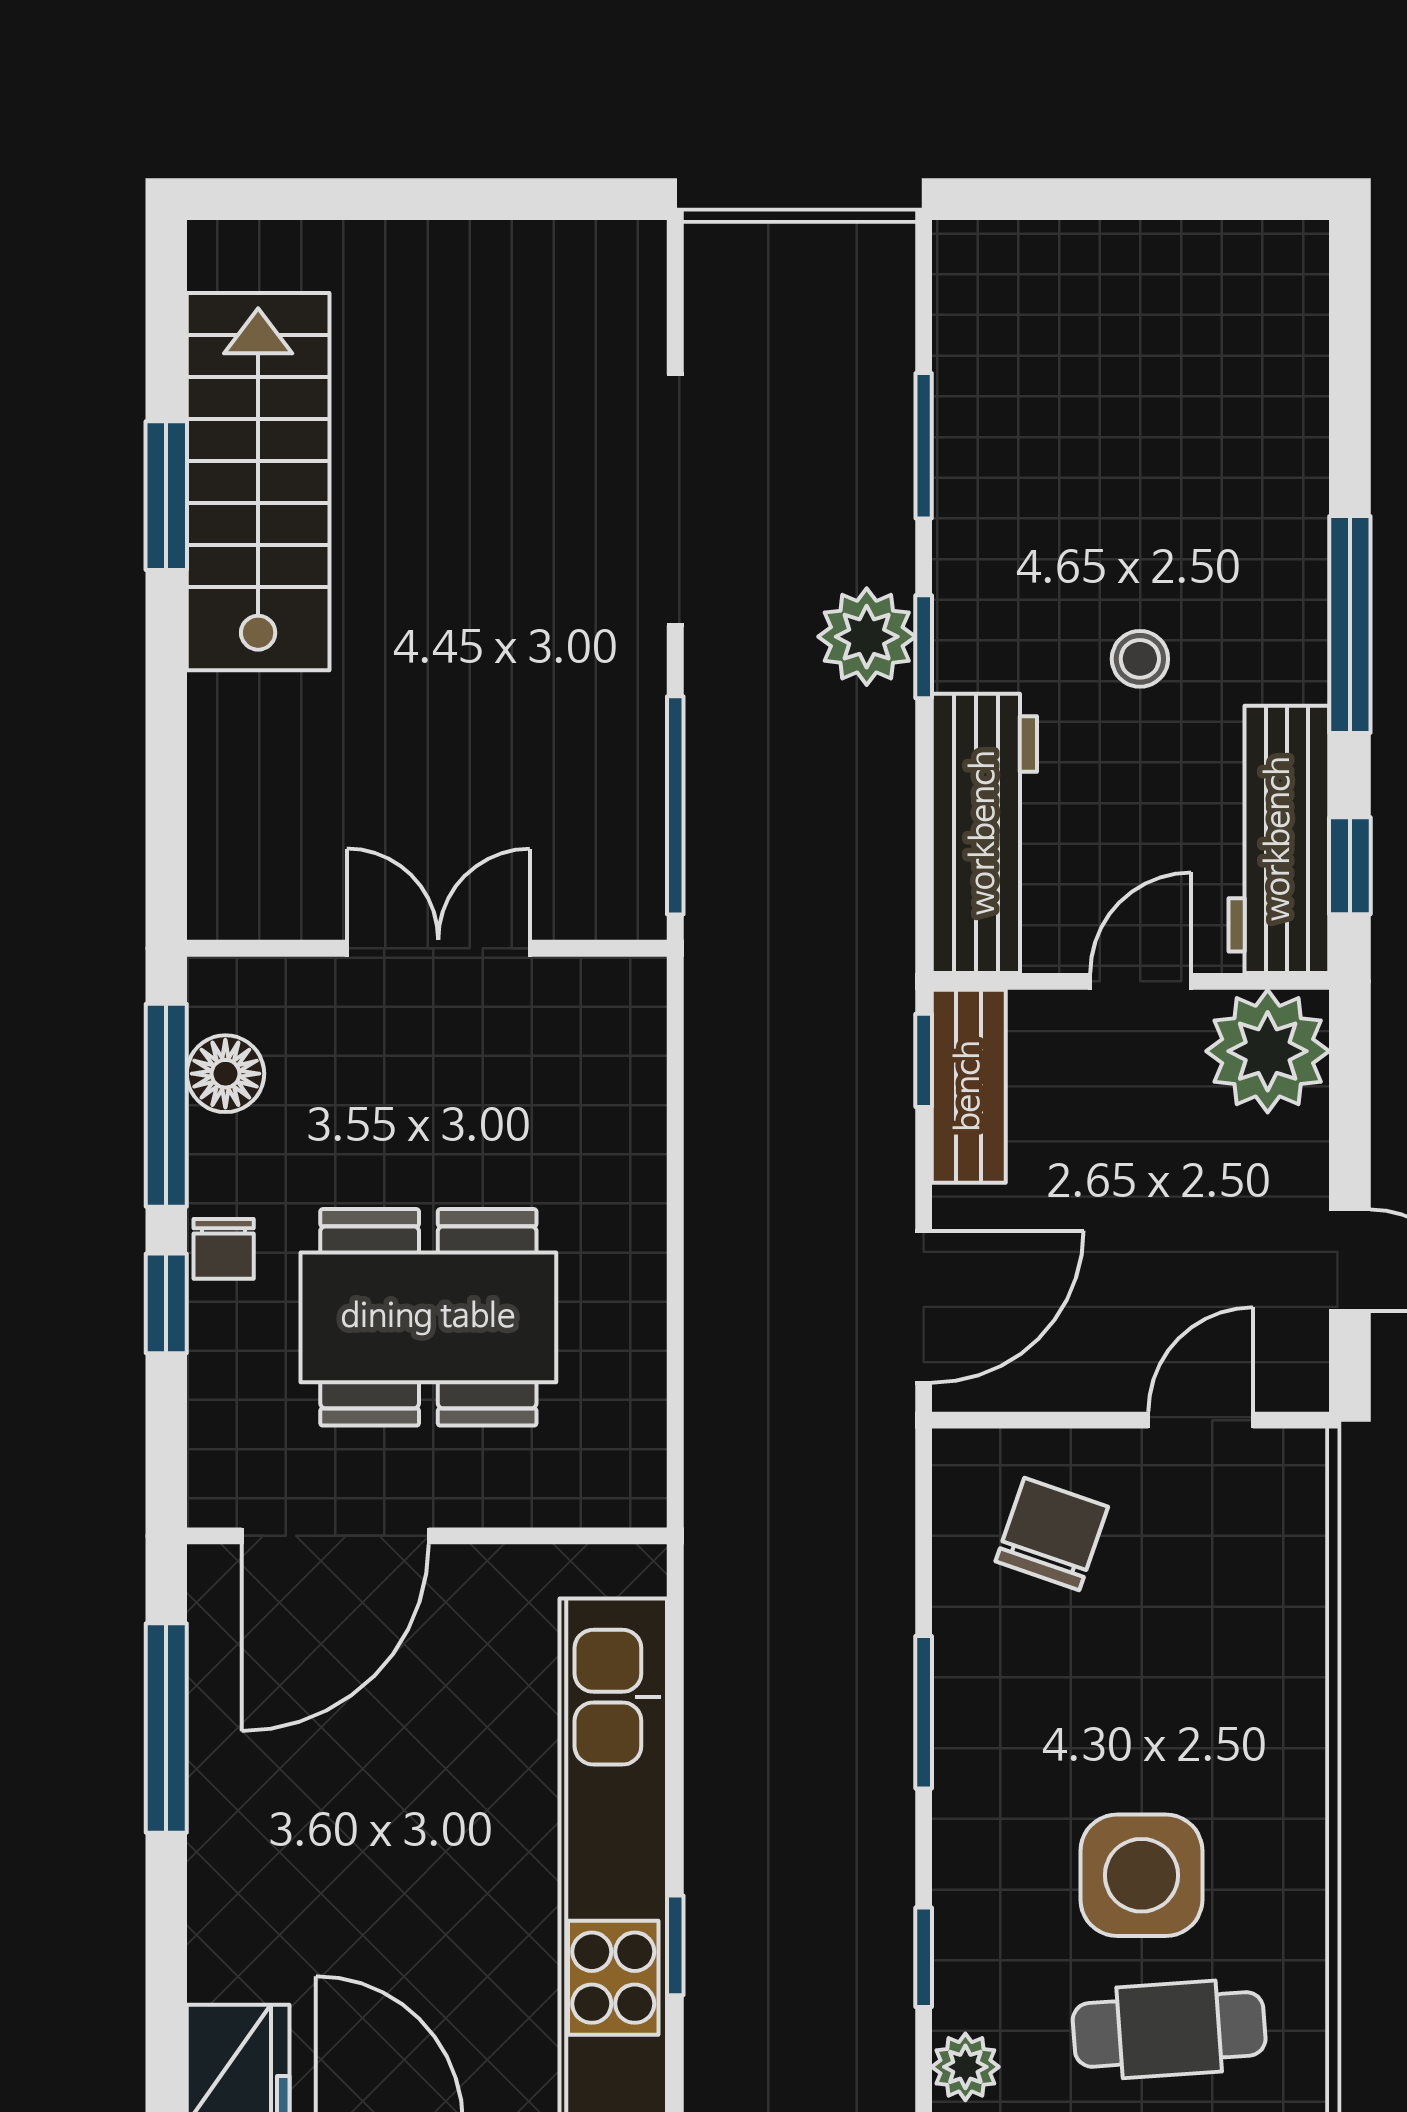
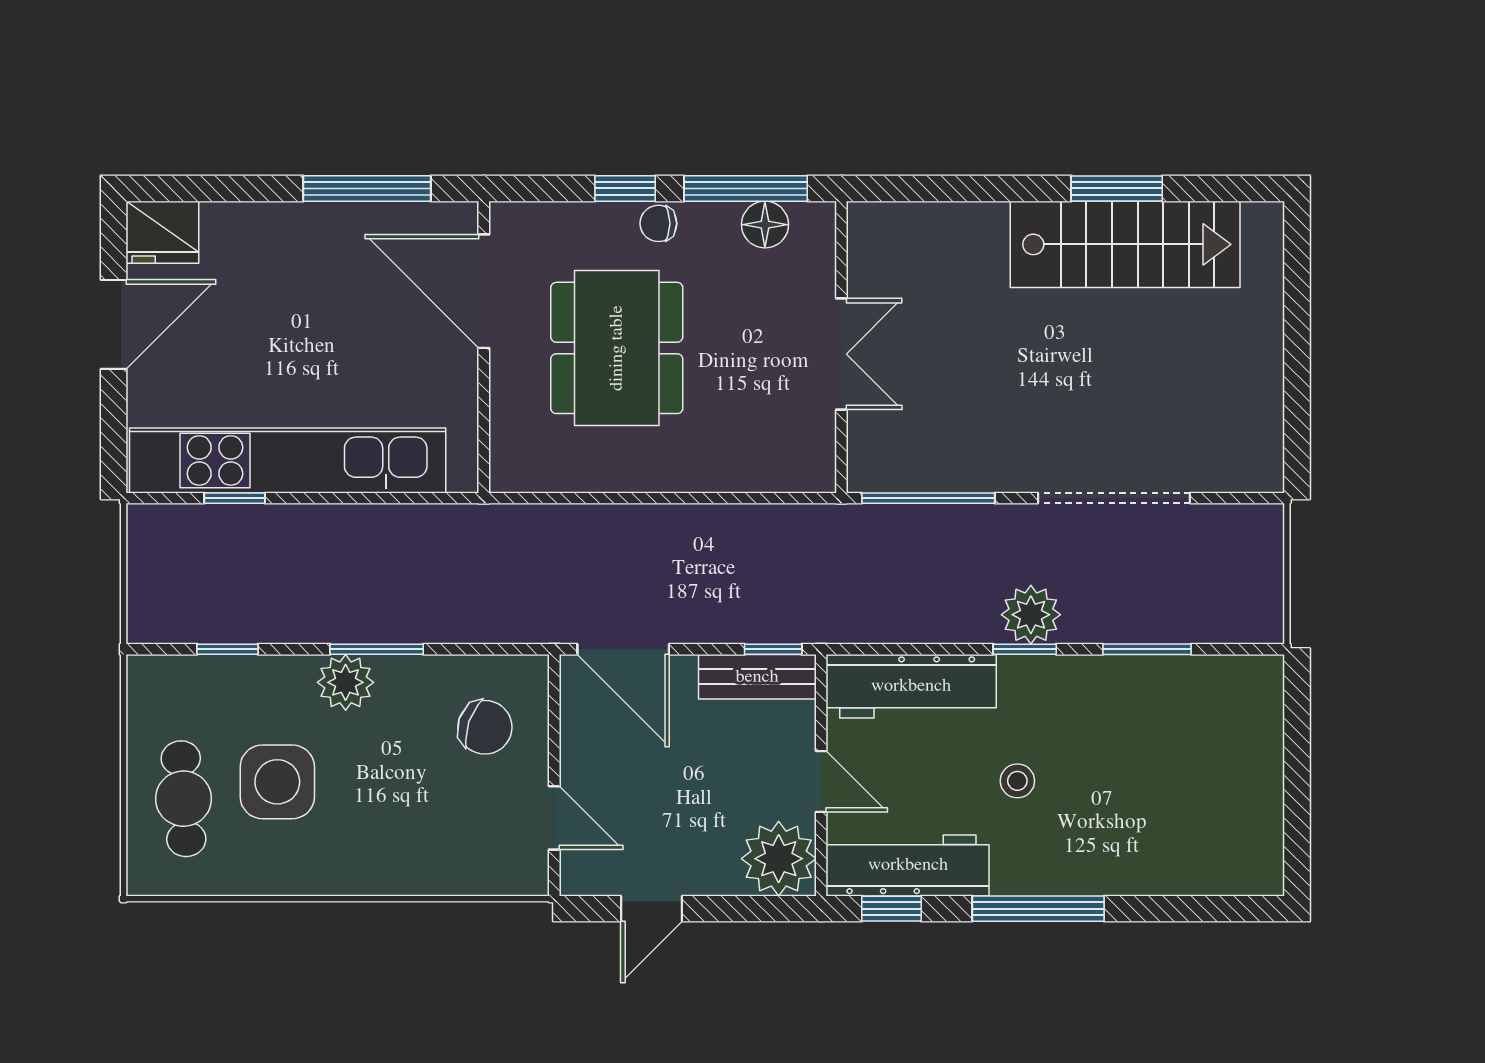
plant: (965, 2067) -> (346, 682), moved, width x1.38, depth x1.38

